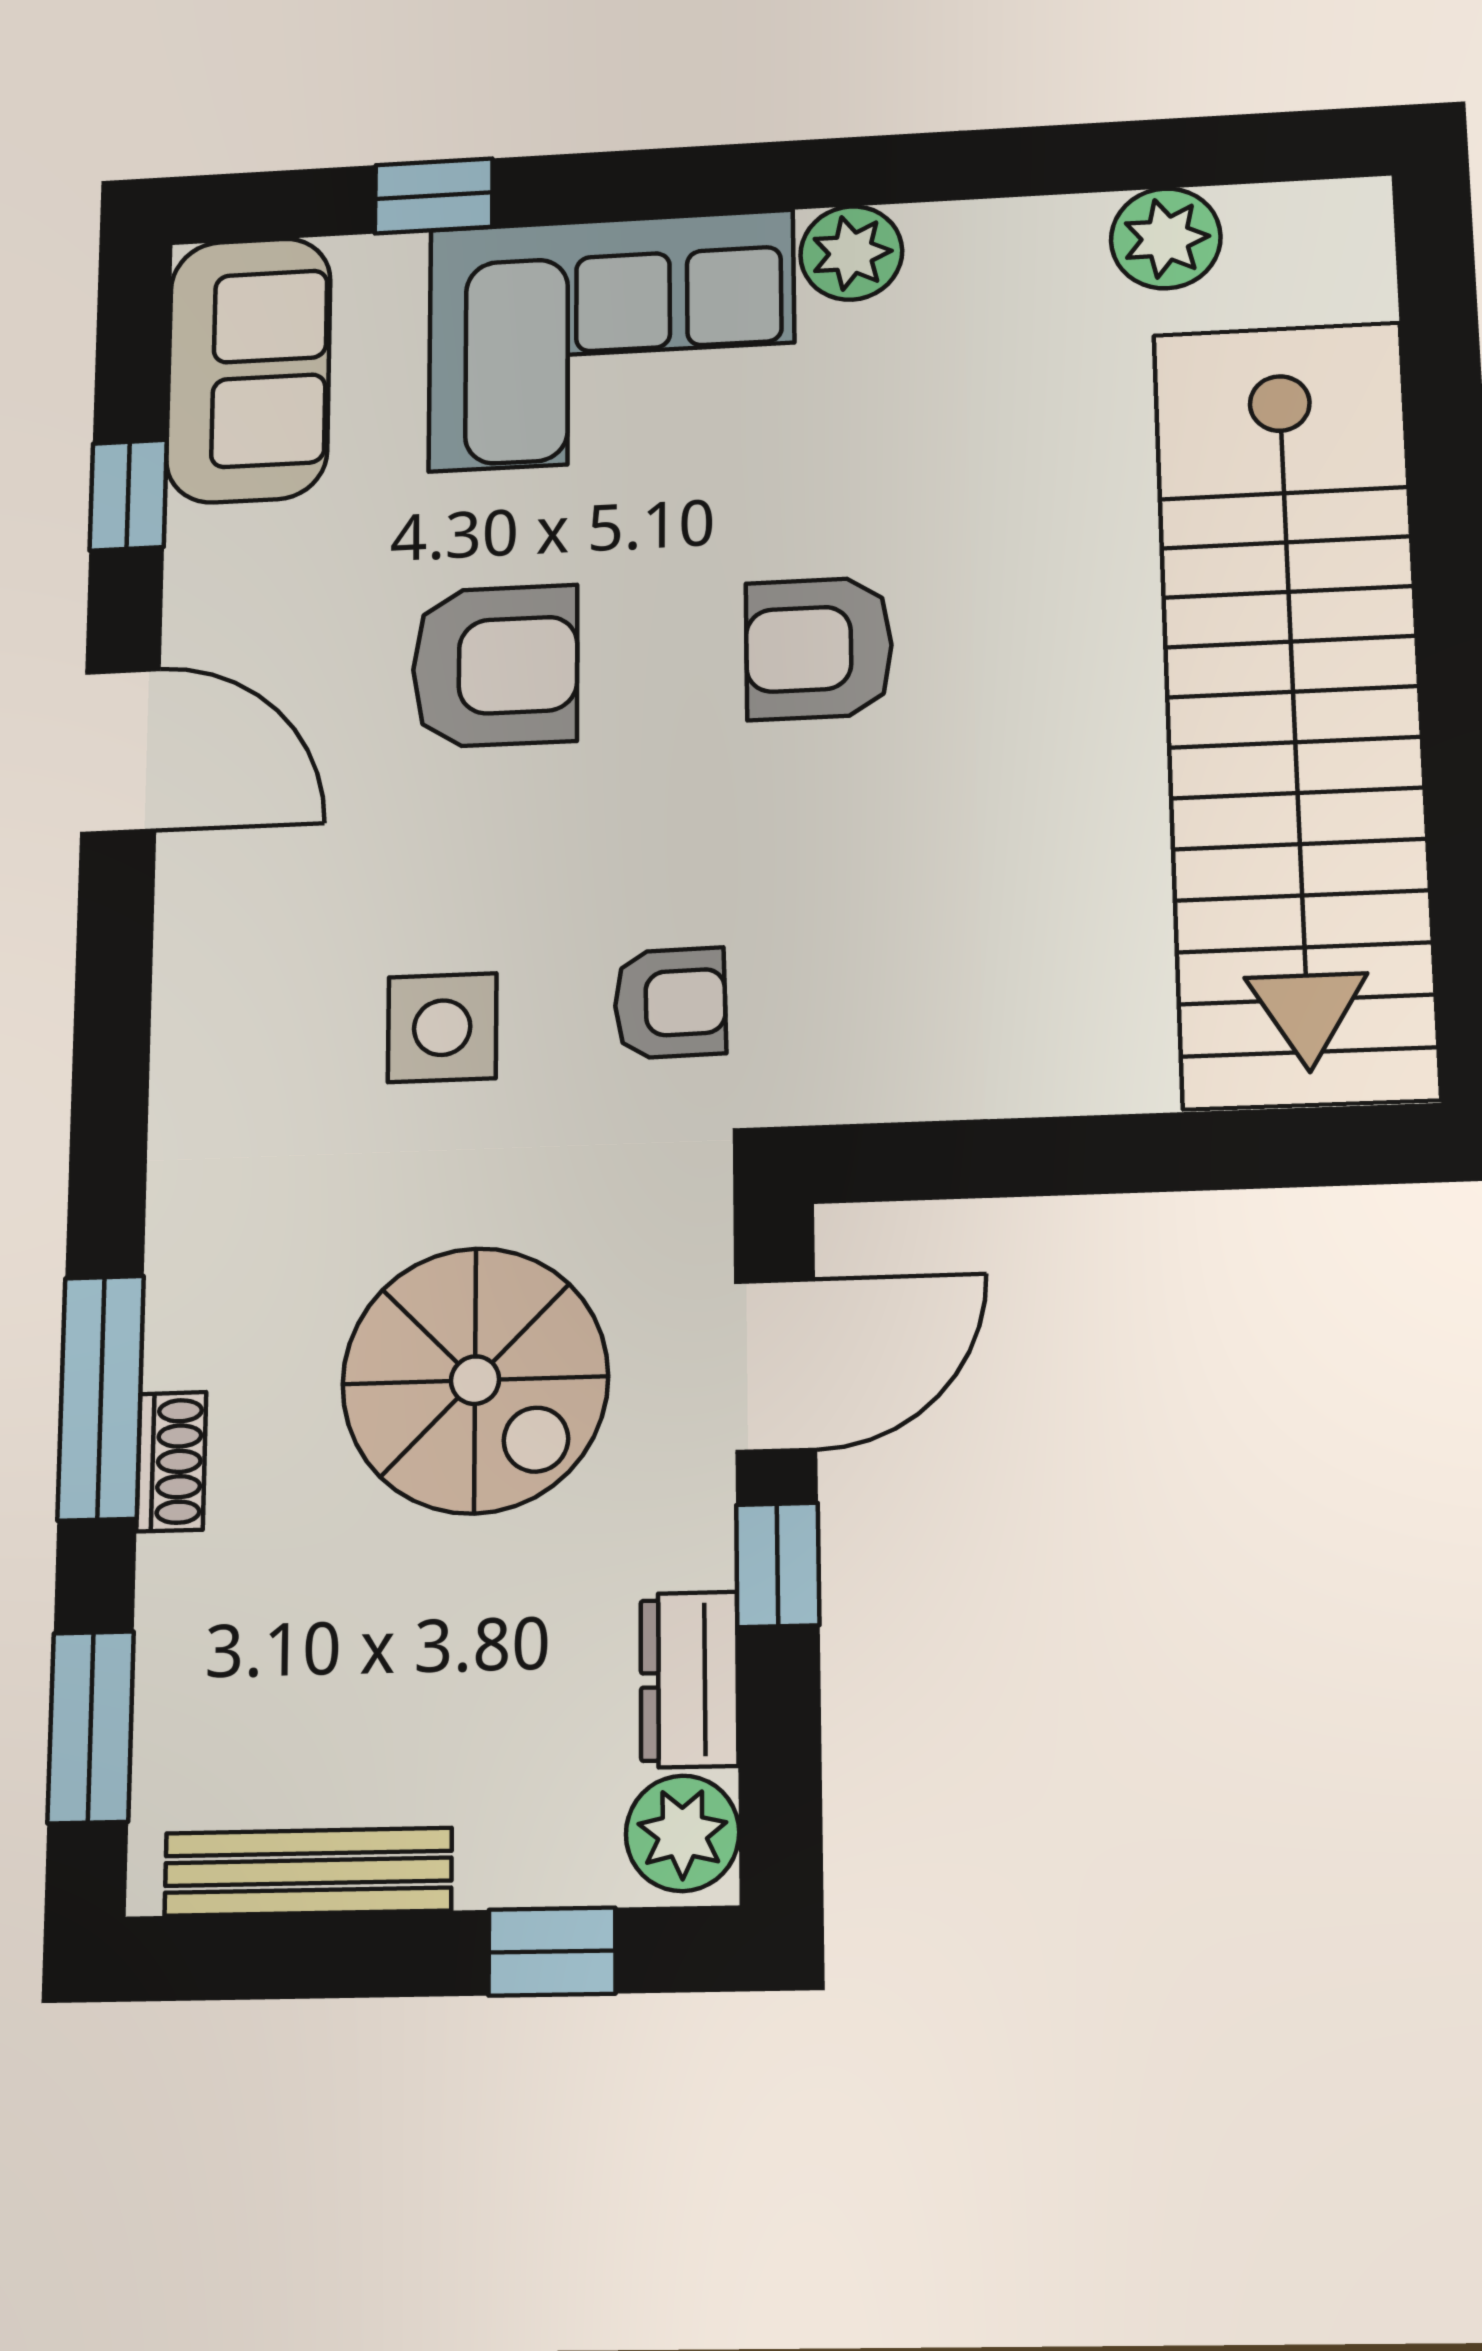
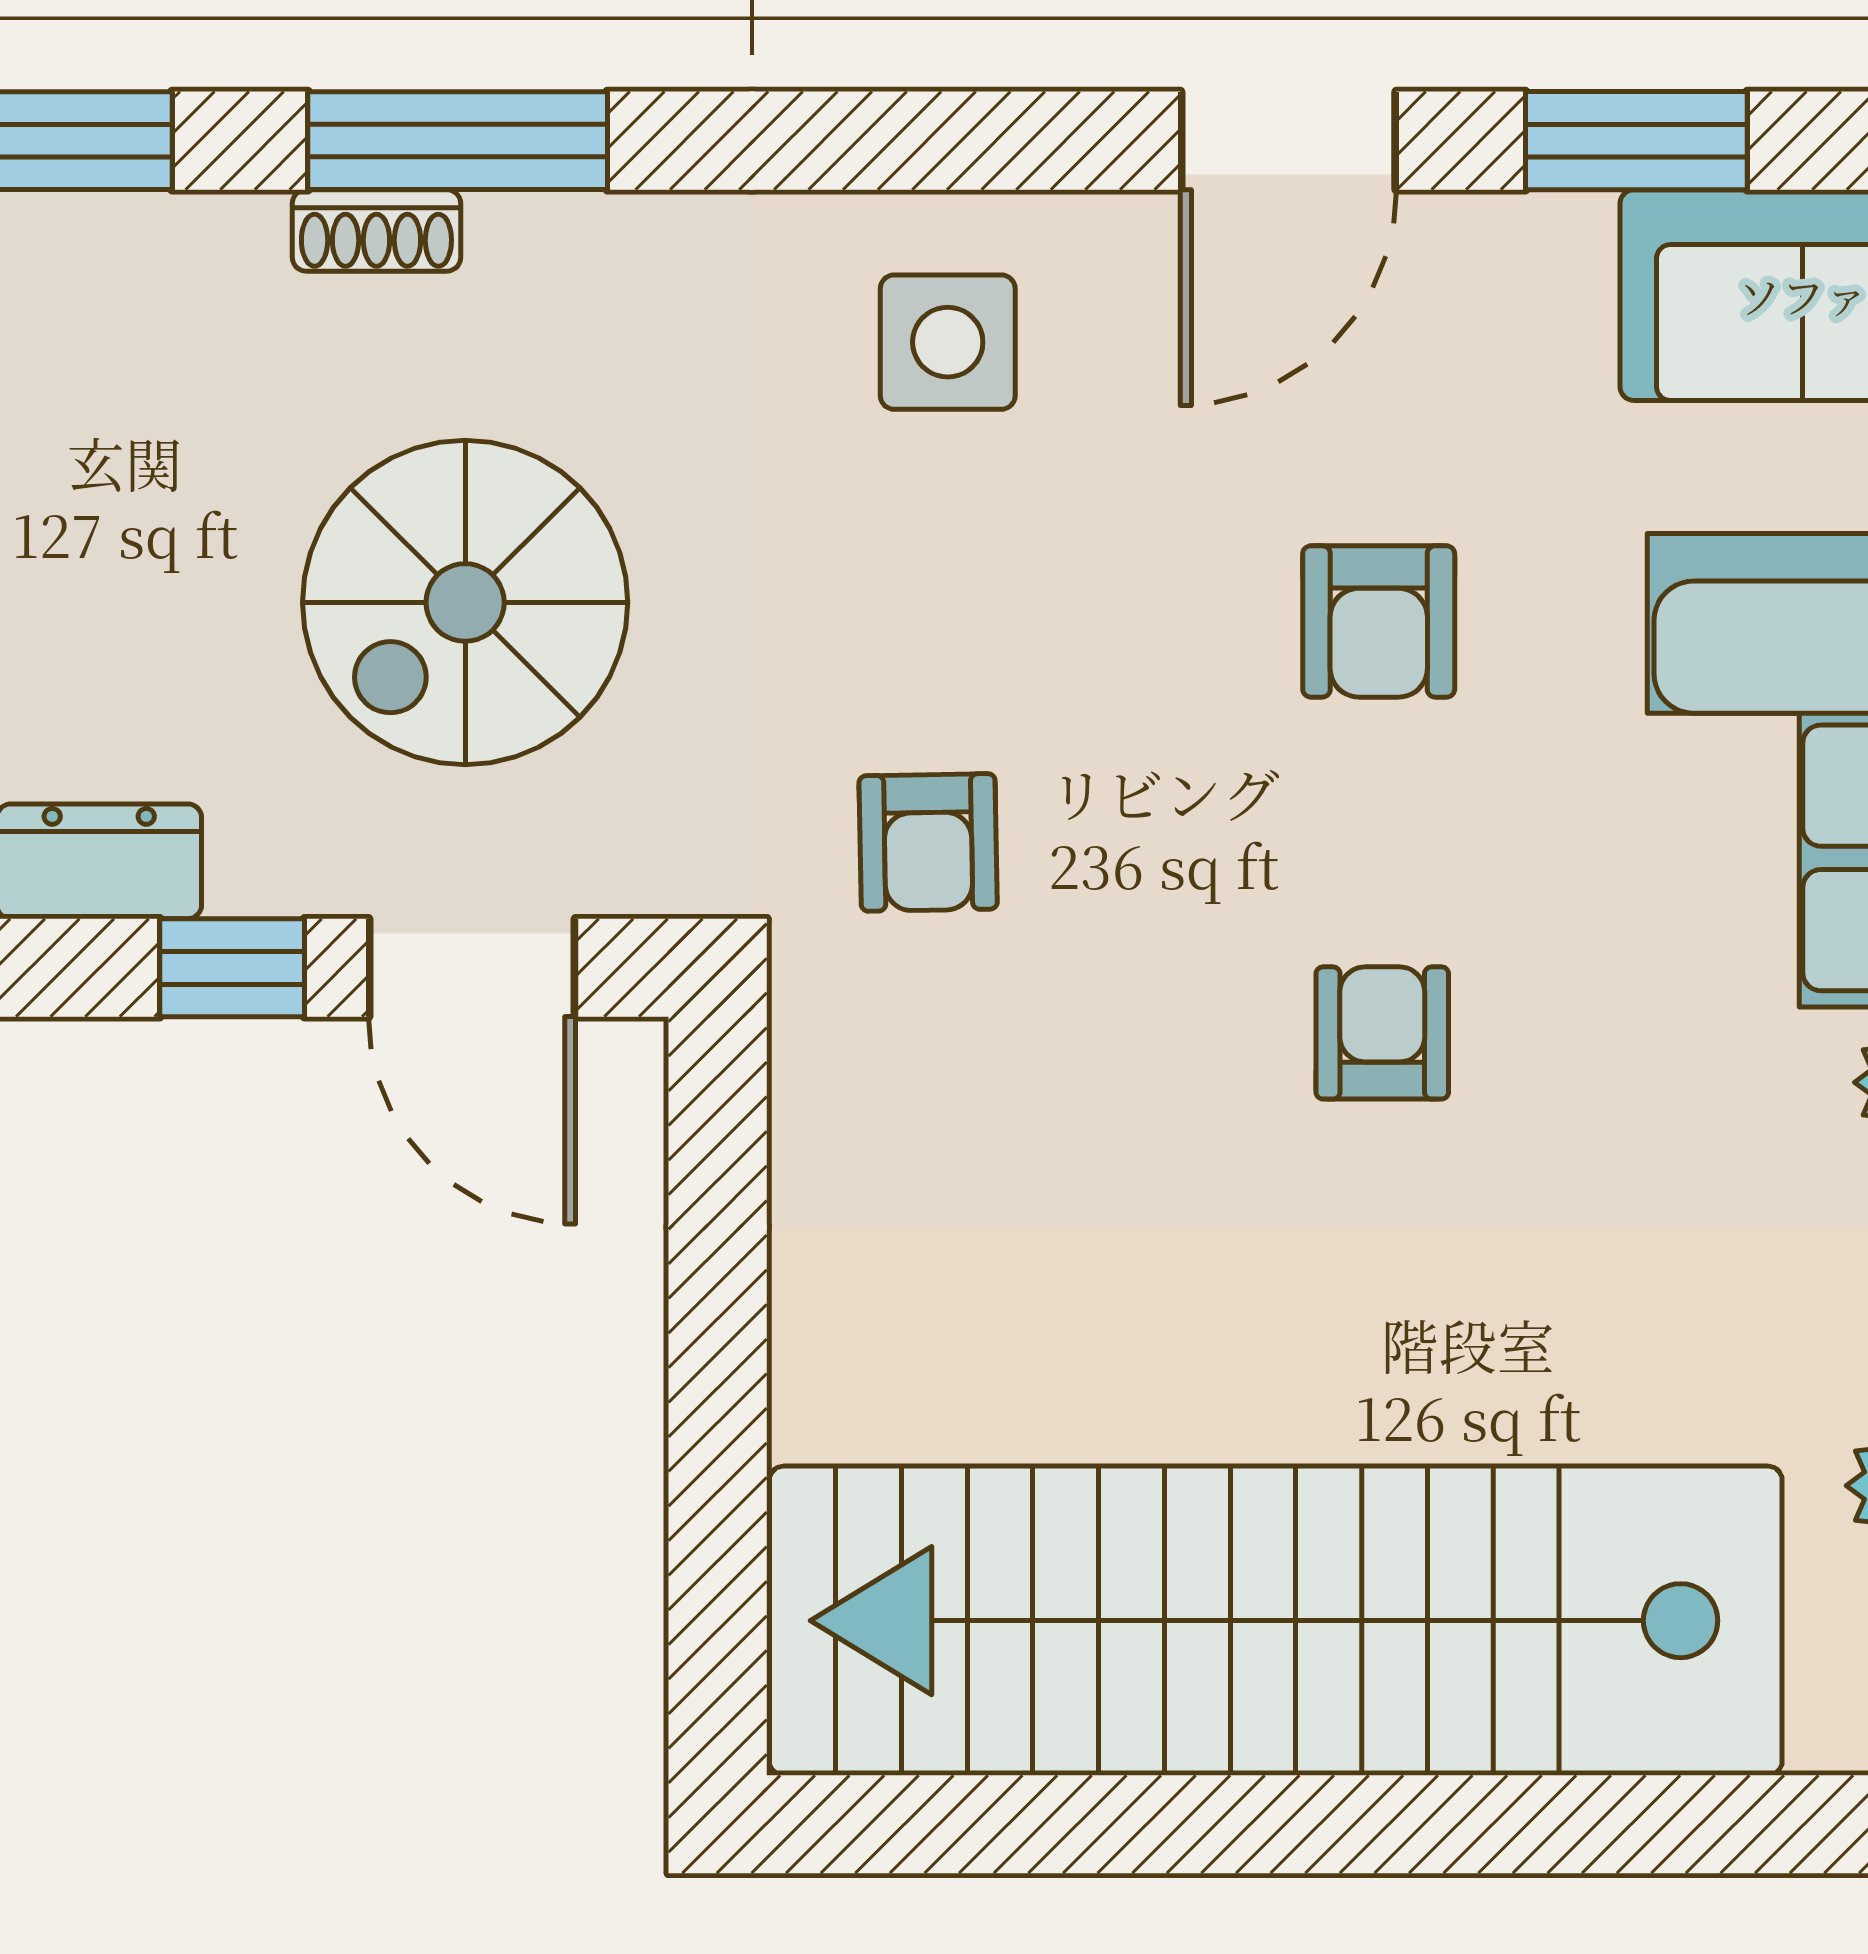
window: (128, 495) -> (1636, 141), width x1.50
armchair: (819, 648) -> (1382, 1033), width x0.72, depth x0.72
armchair: (495, 666) -> (1379, 621), width x0.72, depth x0.72
side table: (442, 1028) -> (948, 342), moved

